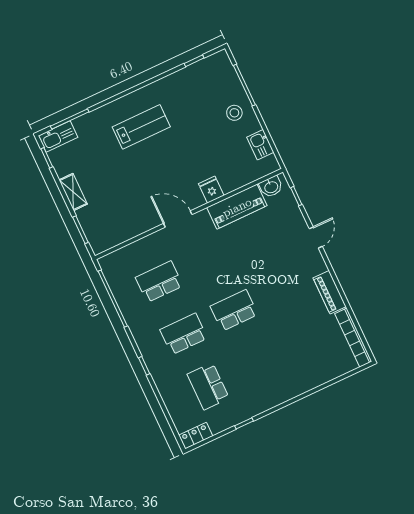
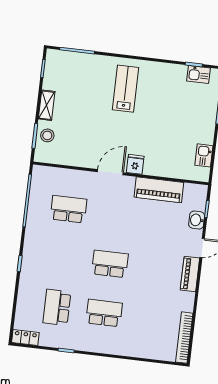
stool: (234, 113) -> (47, 135), moved
lab bench: (141, 127) -> (125, 89), turned -90
kitchen sink: (58, 137) -> (199, 75), moved, width x0.73
washbasin: (271, 187) -> (197, 220), moved, turned 90
fridge: (211, 190) -> (135, 164), moved
door: (178, 219) -> (110, 172), hinge flipped
piano: (330, 292) -> (190, 274), moved
school desk: (184, 334) -> (104, 313), moved

